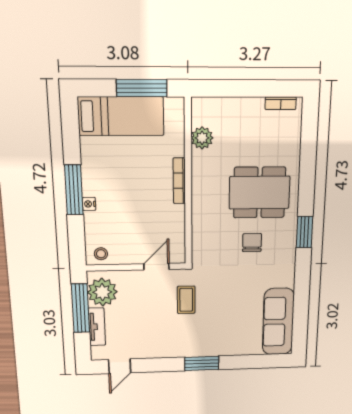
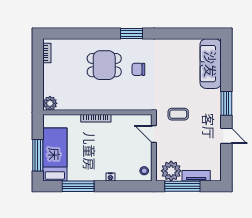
window: (142, 88) -> (38, 155), moved
plant: (202, 138) -> (50, 103), moved
window: (74, 190) -> (78, 186), moved
dining table: (259, 193) -> (104, 65), width x0.73
sofa: (278, 322) -> (211, 64), moved, turned 90
door: (120, 366) -> (226, 136), moved

